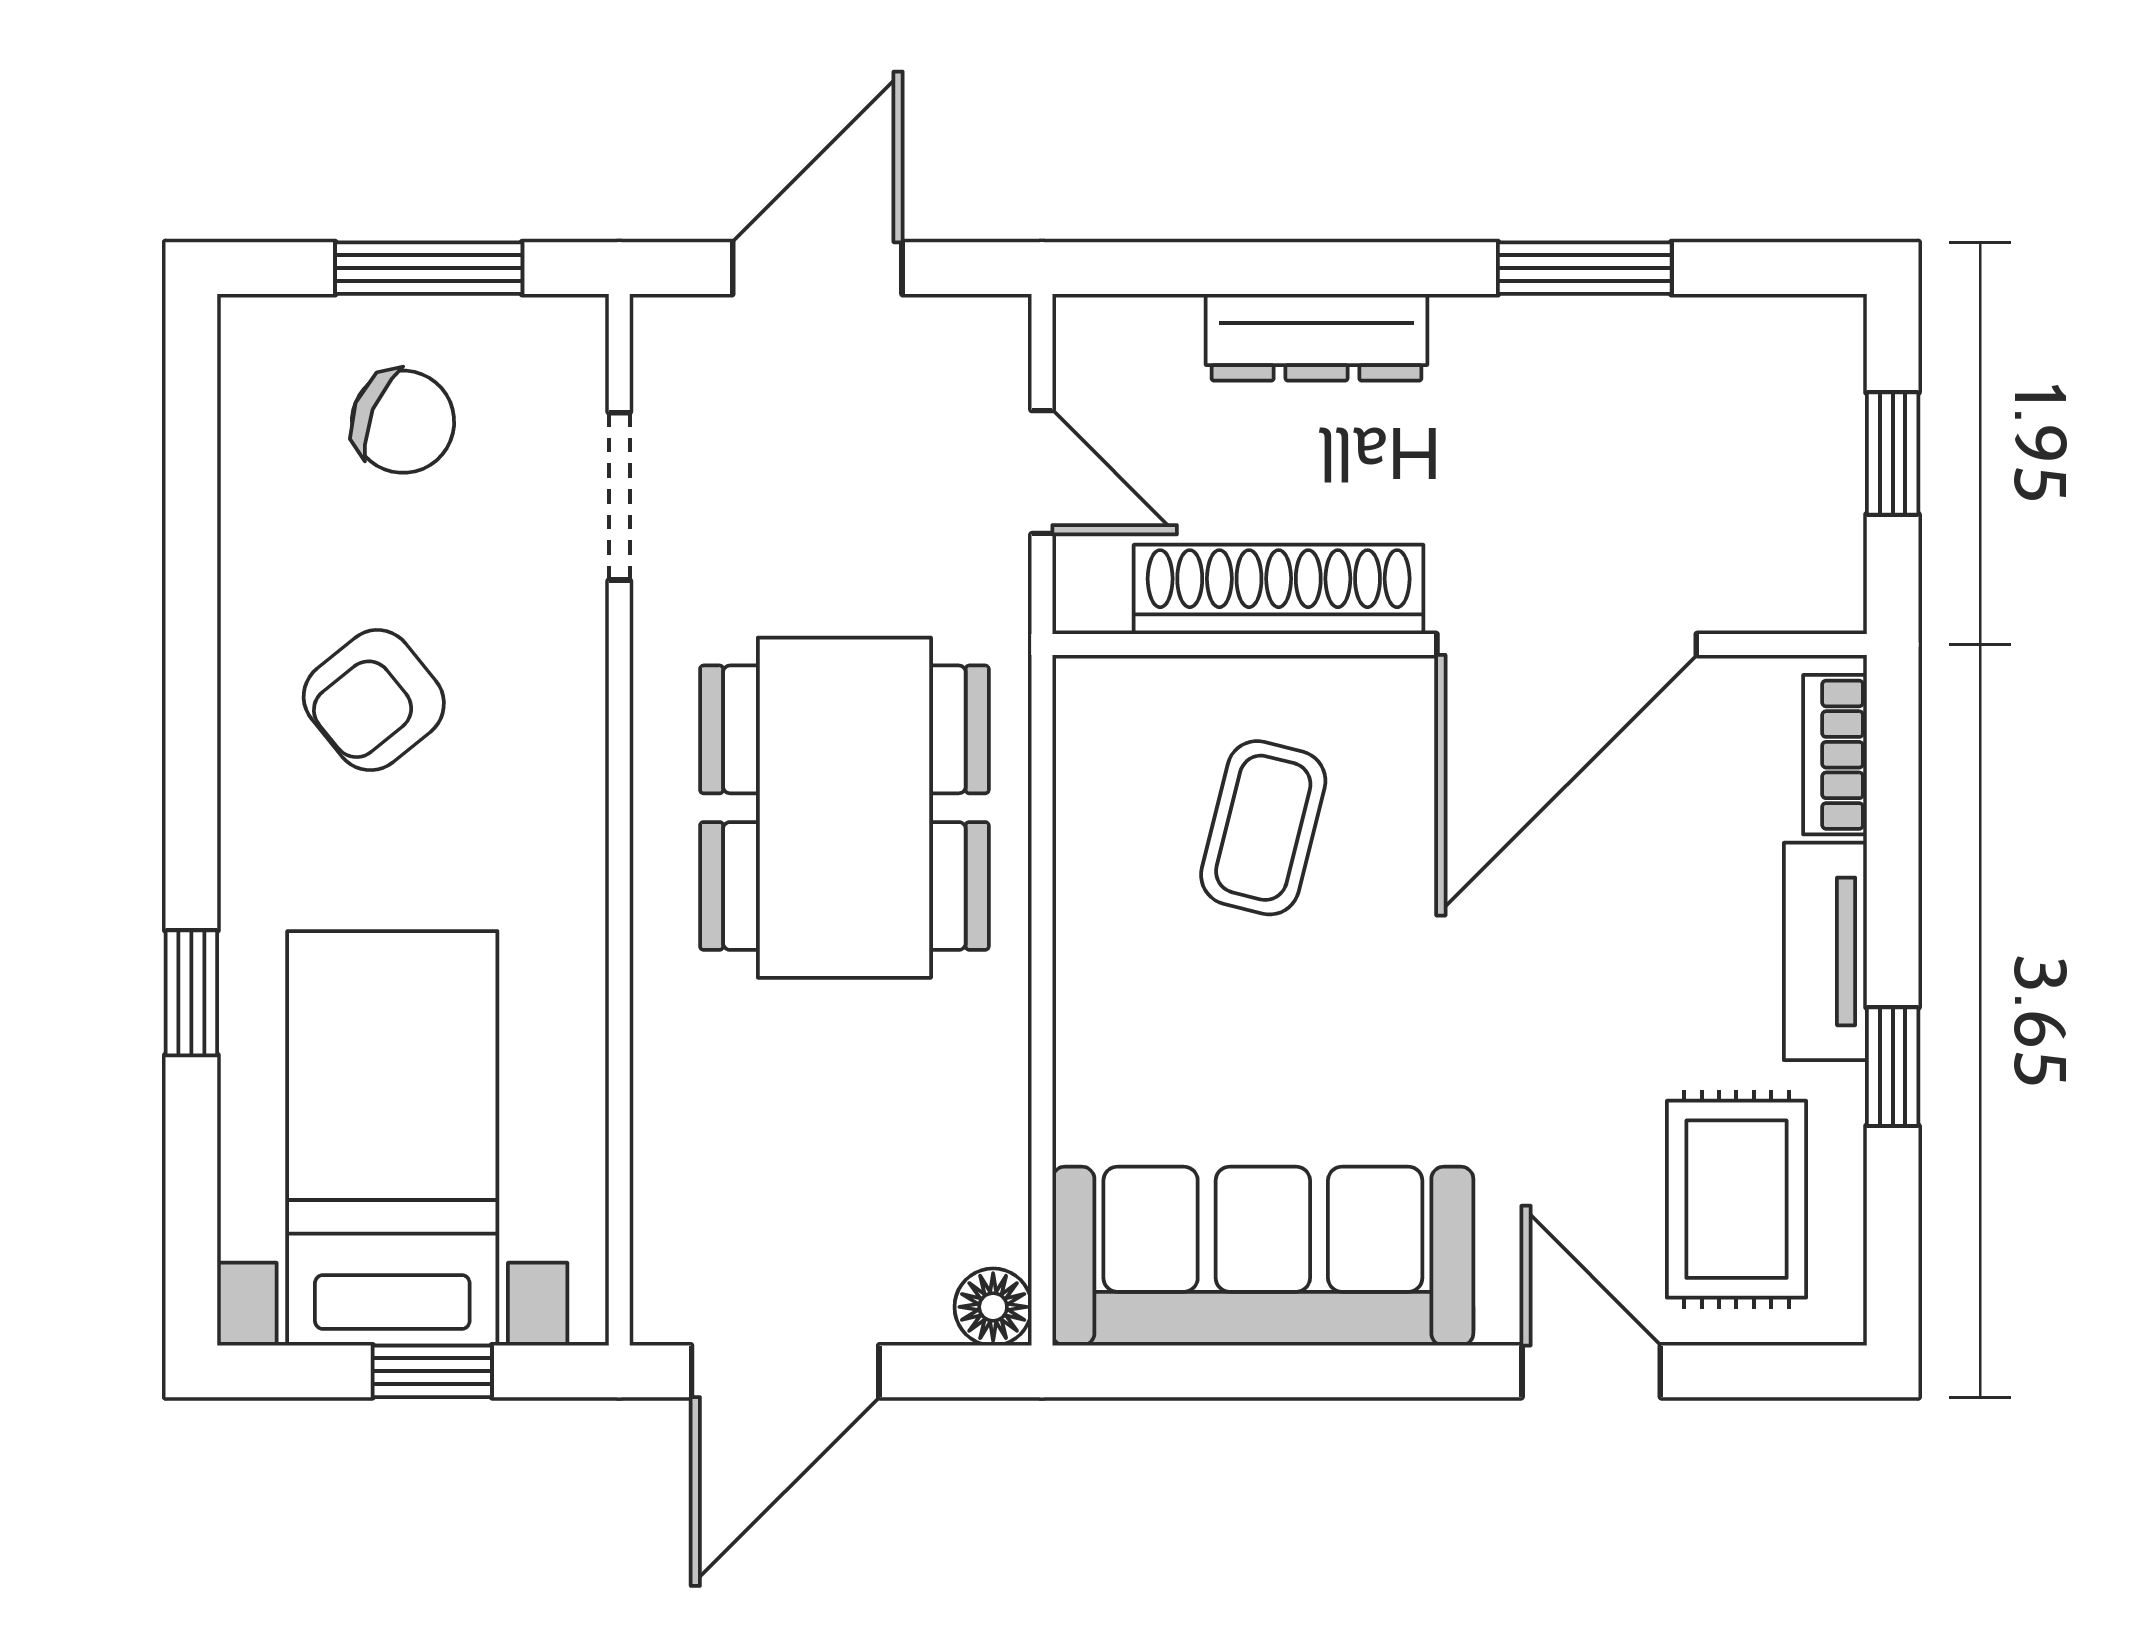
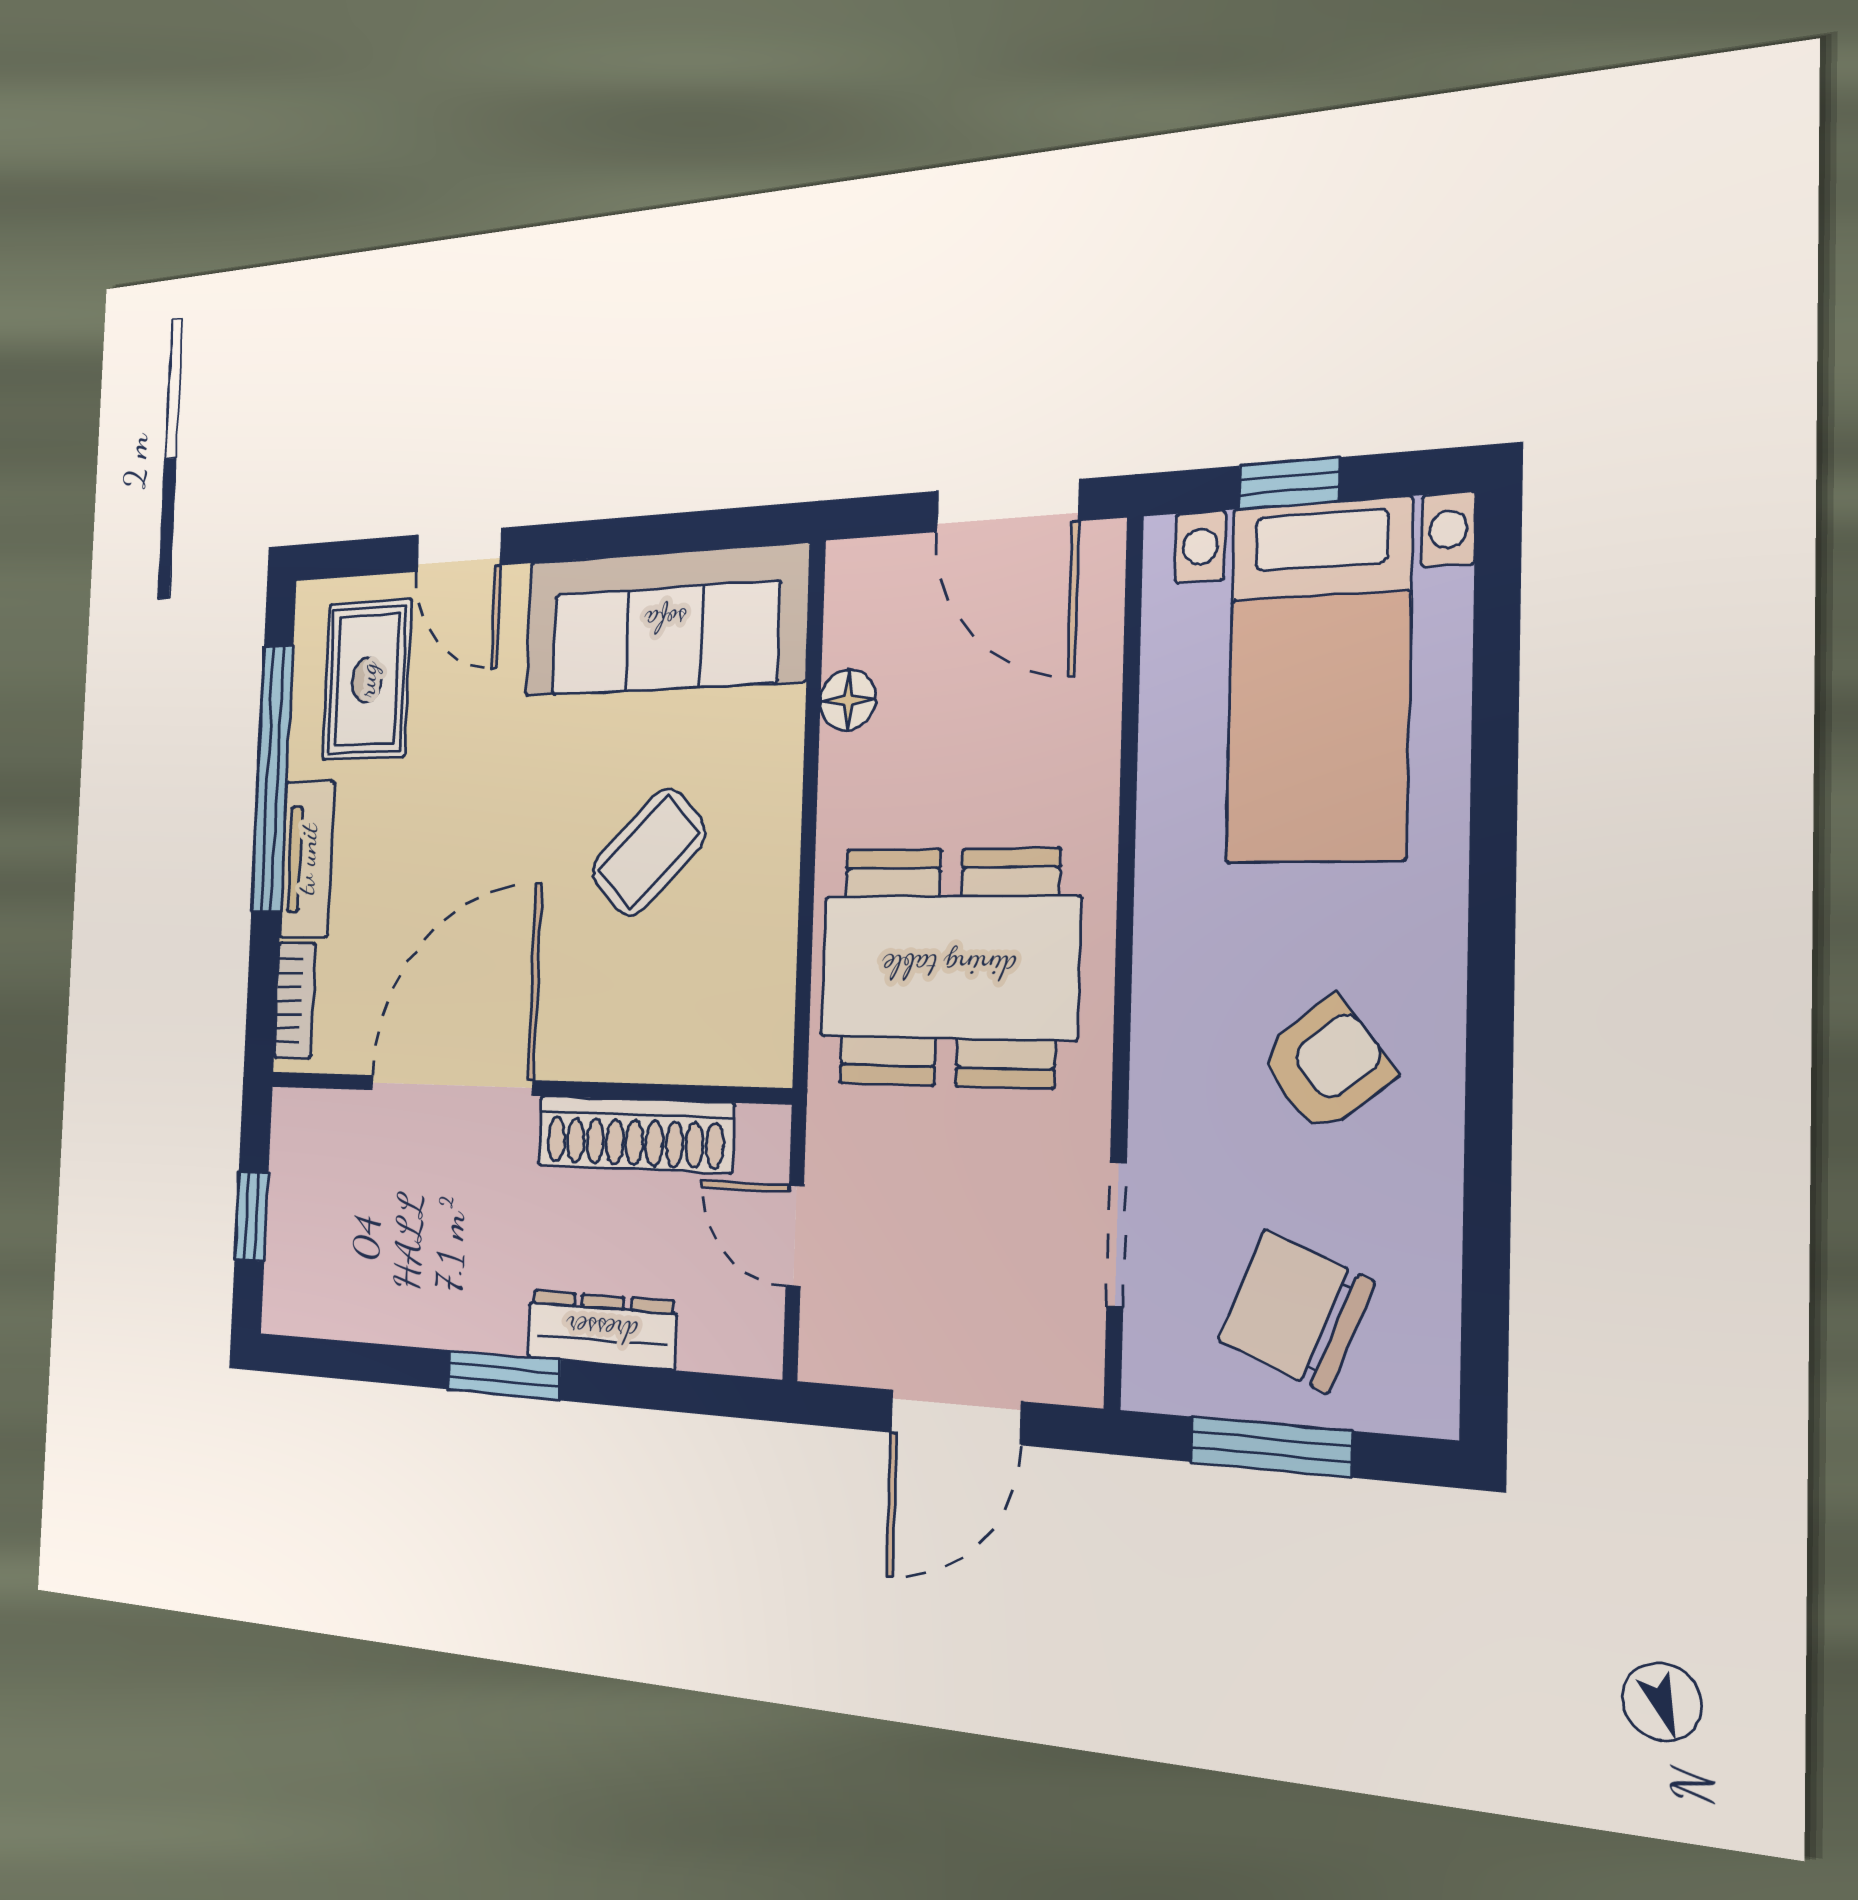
window: (1585, 268) -> (504, 1375), moved
chair: (403, 422) -> (1296, 1311), width x1.37, depth x1.37
dining table: (844, 808) -> (949, 967), turned 90
coffee table: (1263, 828) -> (649, 852), moved, turned 32
window: (191, 993) -> (1494, 804), removed
window: (1893, 1067) -> (272, 778), width x3.17
floor lamp: (993, 1307) -> (848, 700), moved
door: (785, 1371) -> (1007, 506), swing flipped

